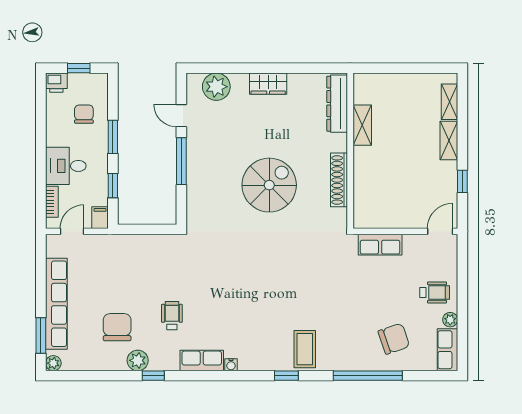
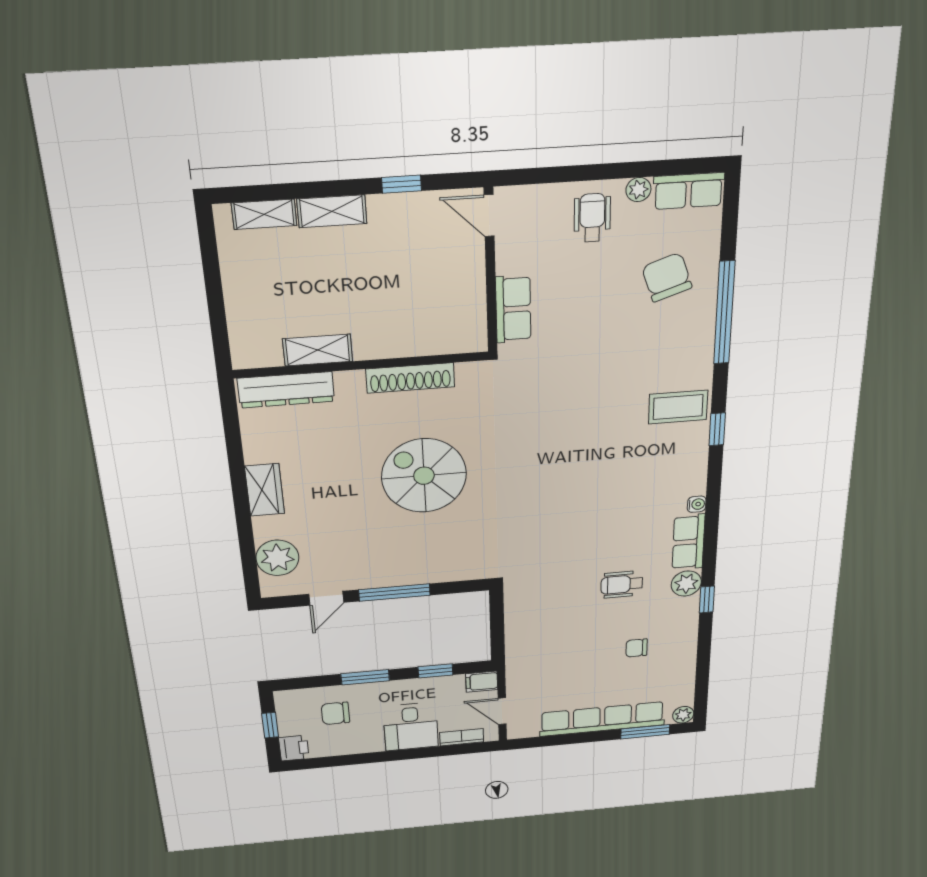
chair: (117, 327) -> (637, 648), width x0.54, depth x0.54
plant: (138, 360) -> (686, 584), moved

